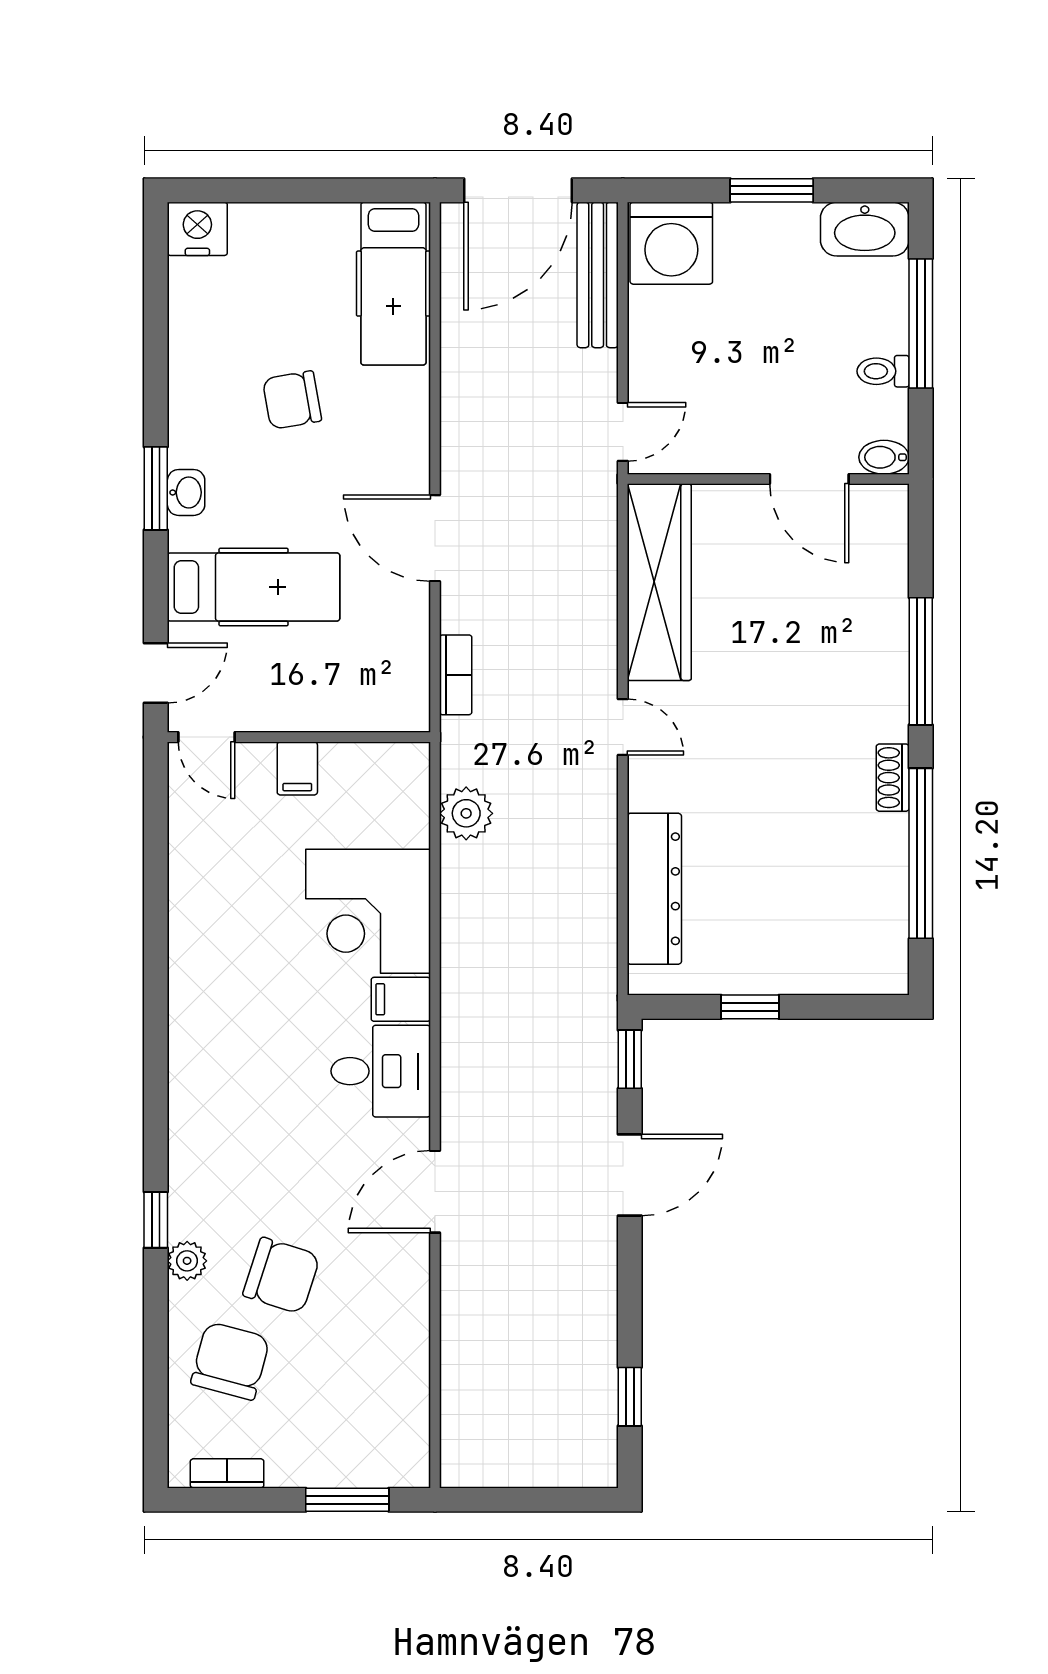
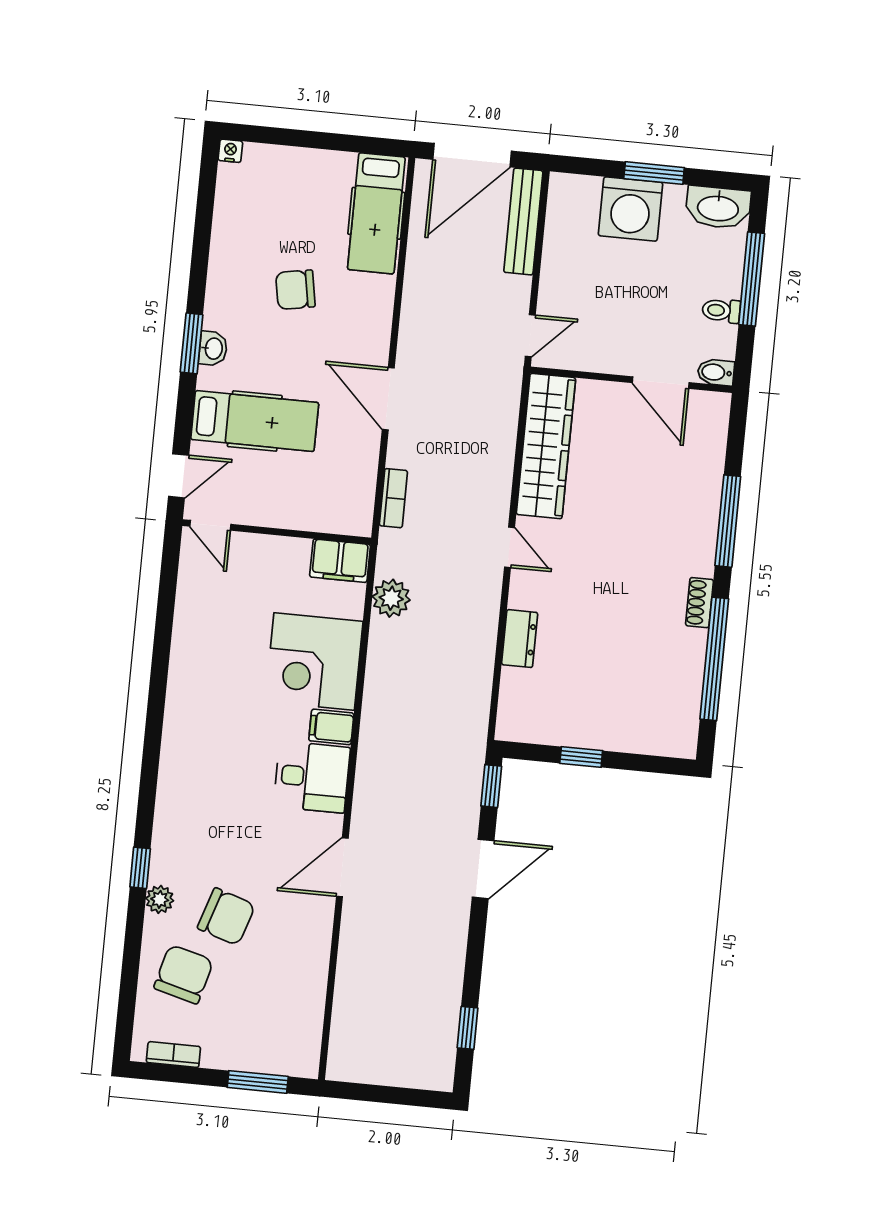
nightstand: (197, 229) -> (230, 151), width x0.53, depth x0.56
washing machine: (671, 243) -> (630, 209), moved
filing cabinet: (297, 768) -> (340, 561), moved, width x2.00
dresser: (654, 889) -> (520, 639), width x0.51, depth x0.80

